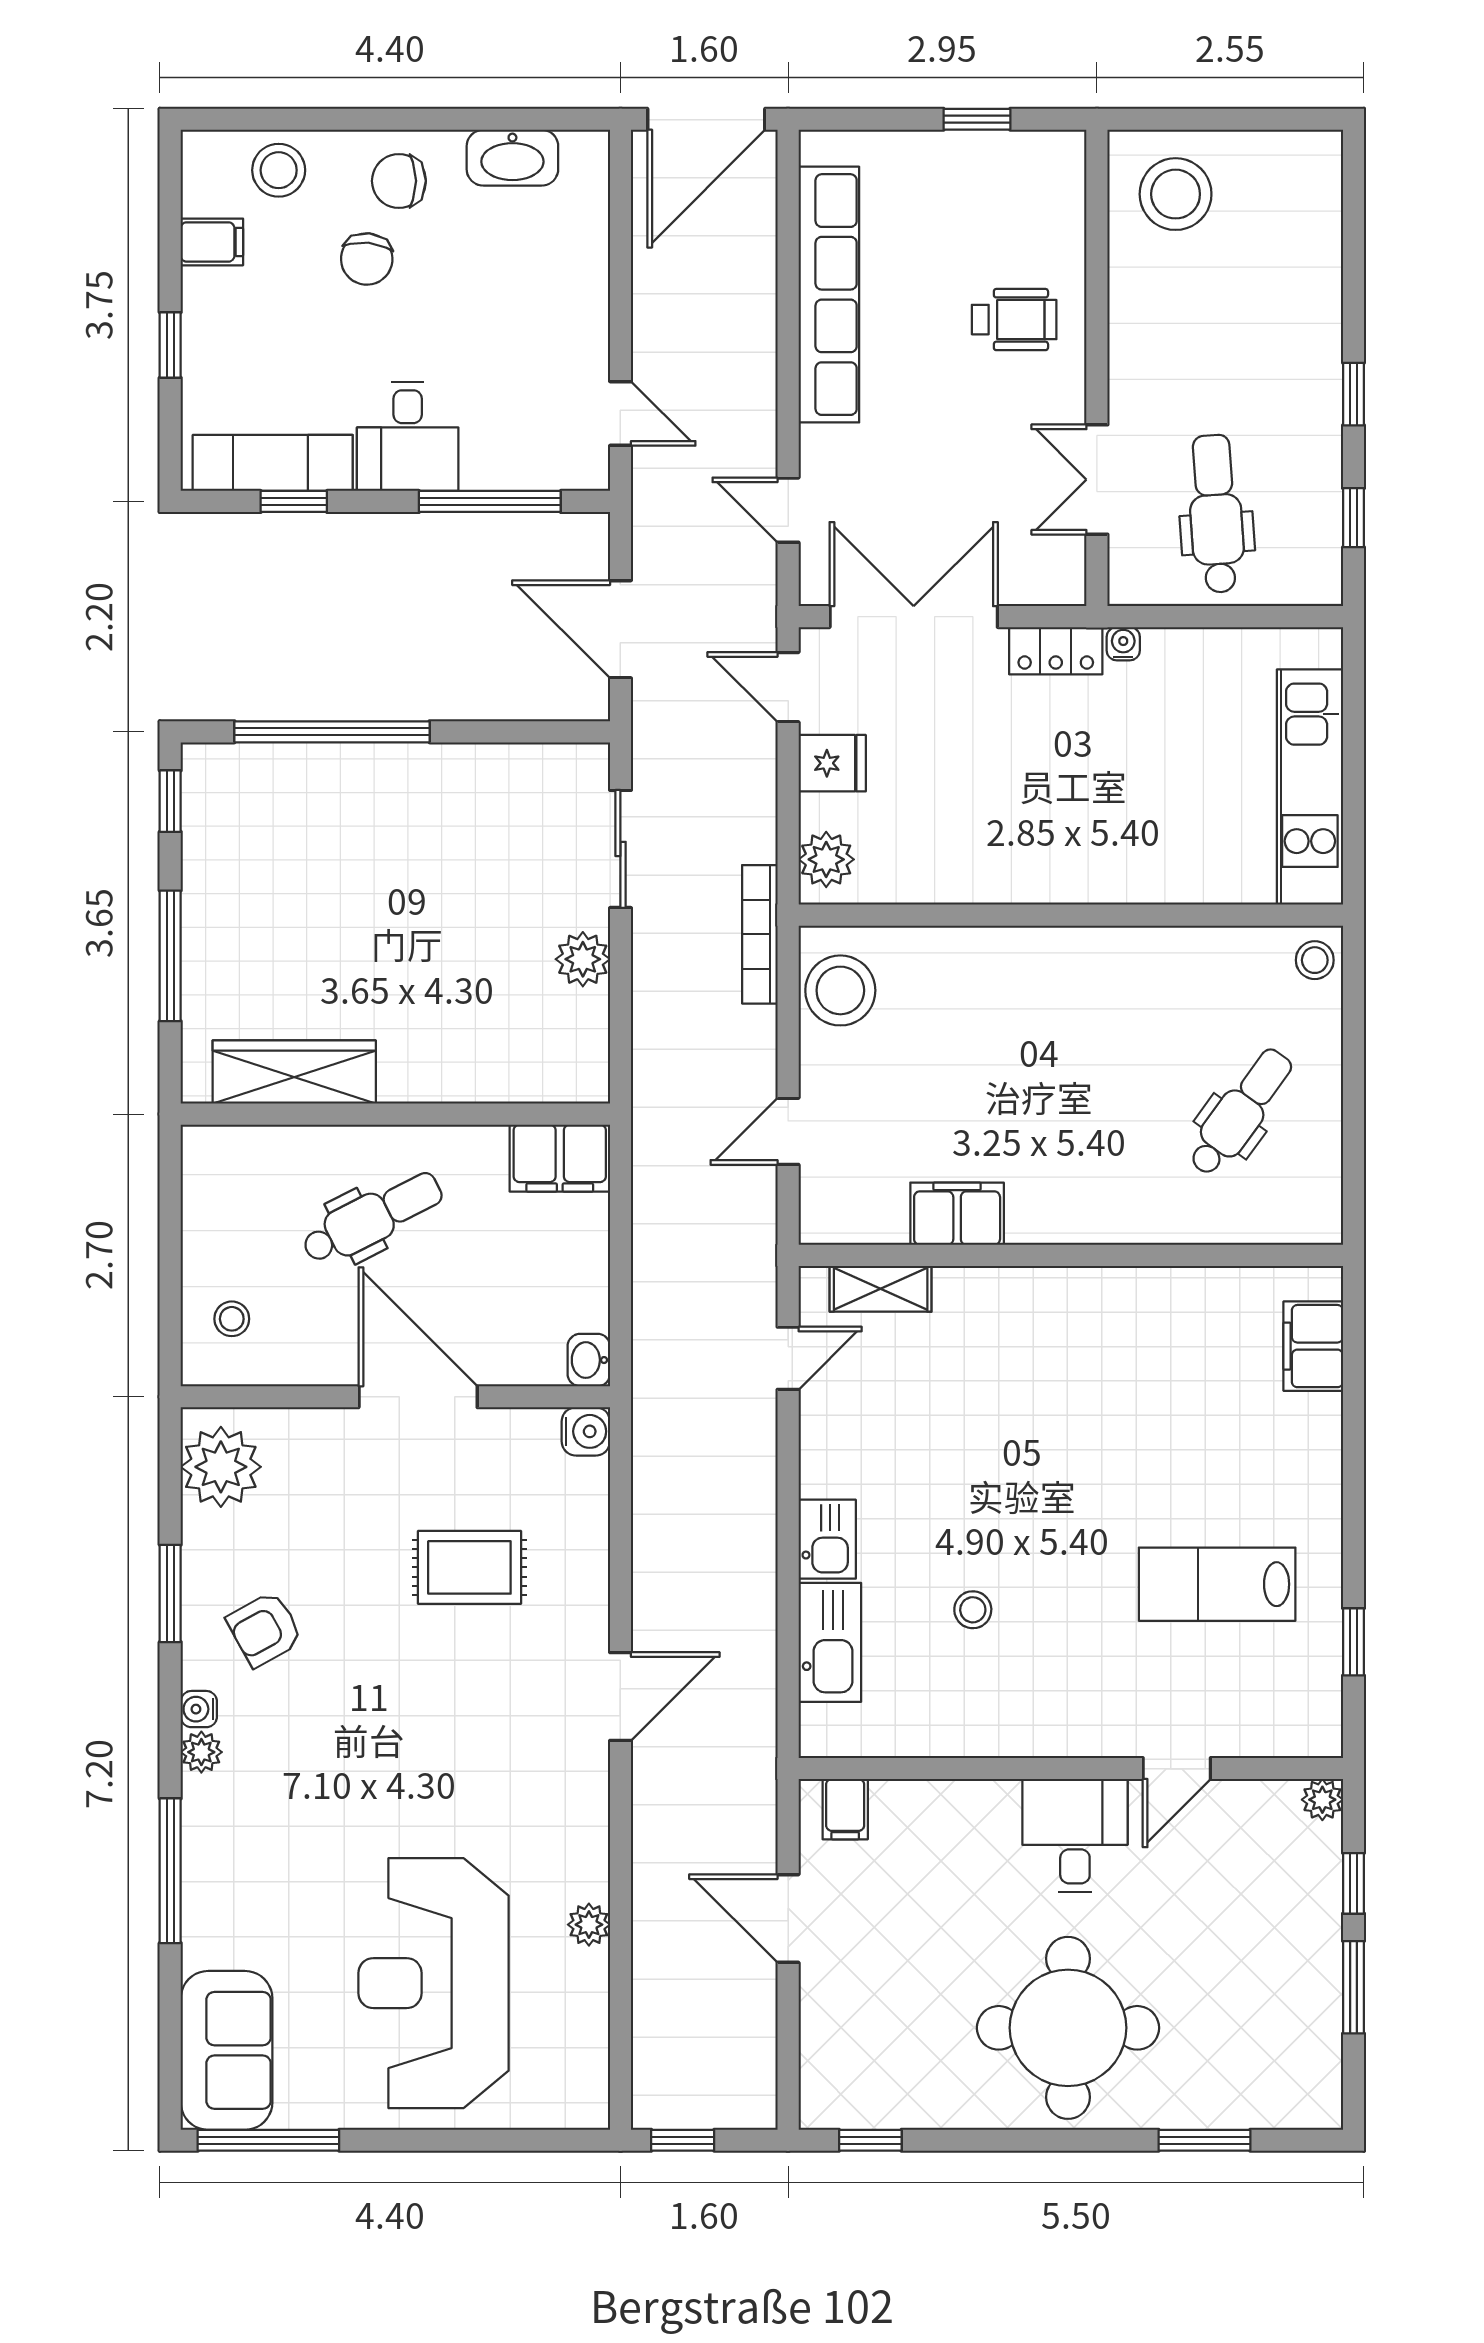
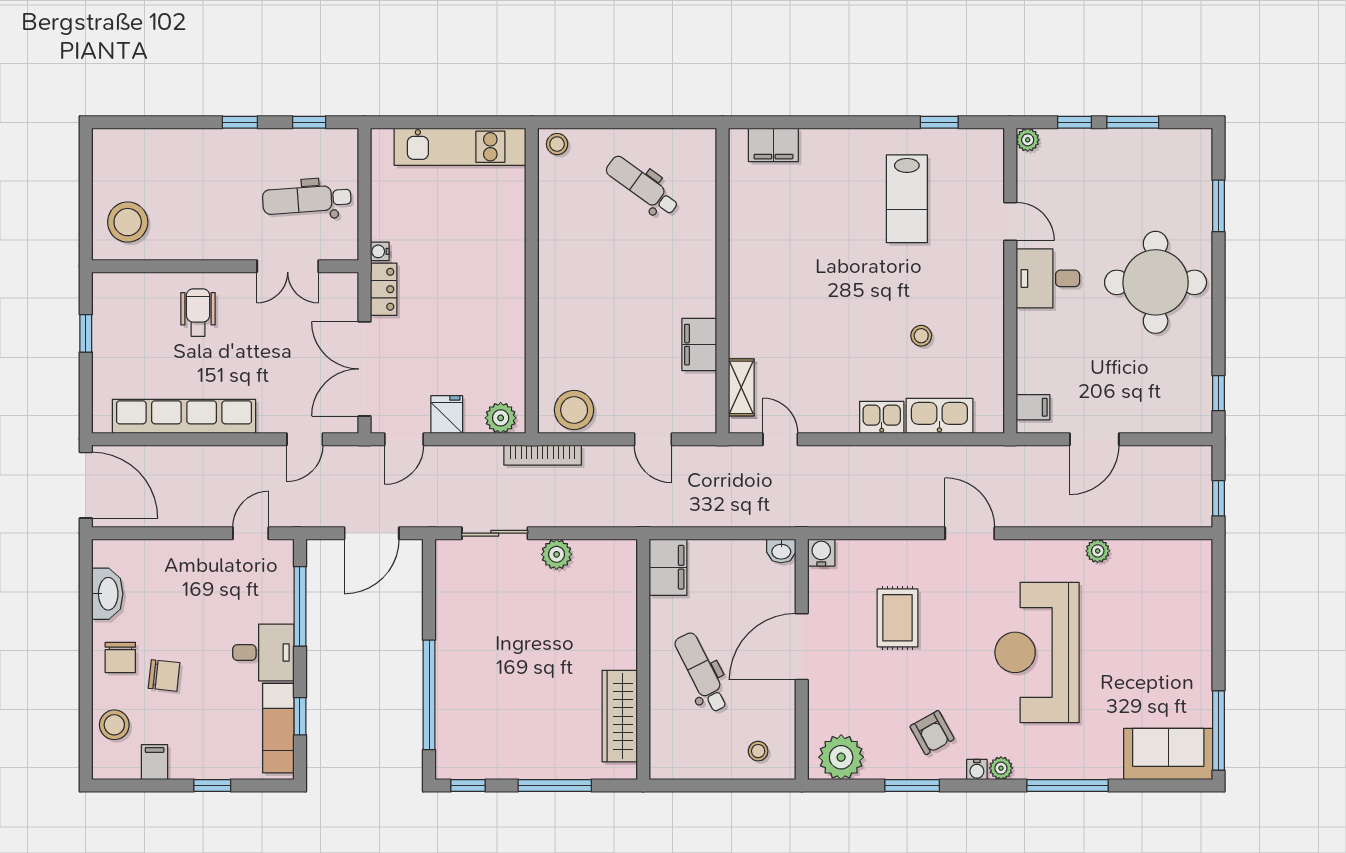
reception desk: (434, 1983) -> (1037, 652), moved, turned 90

